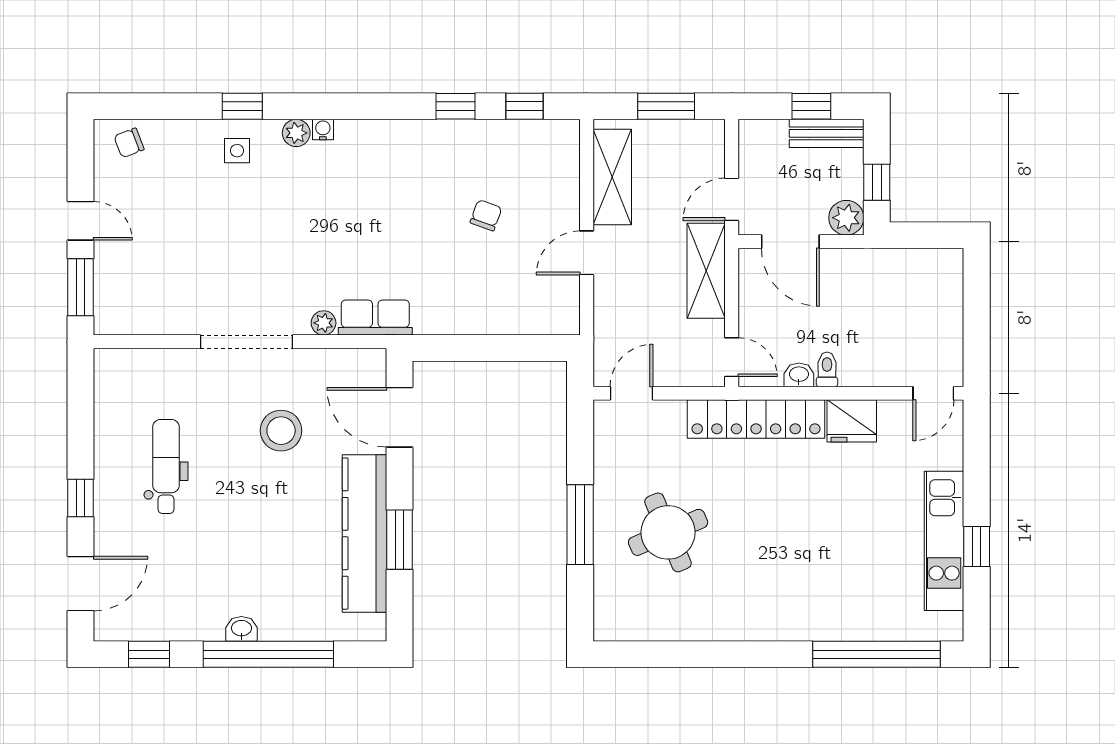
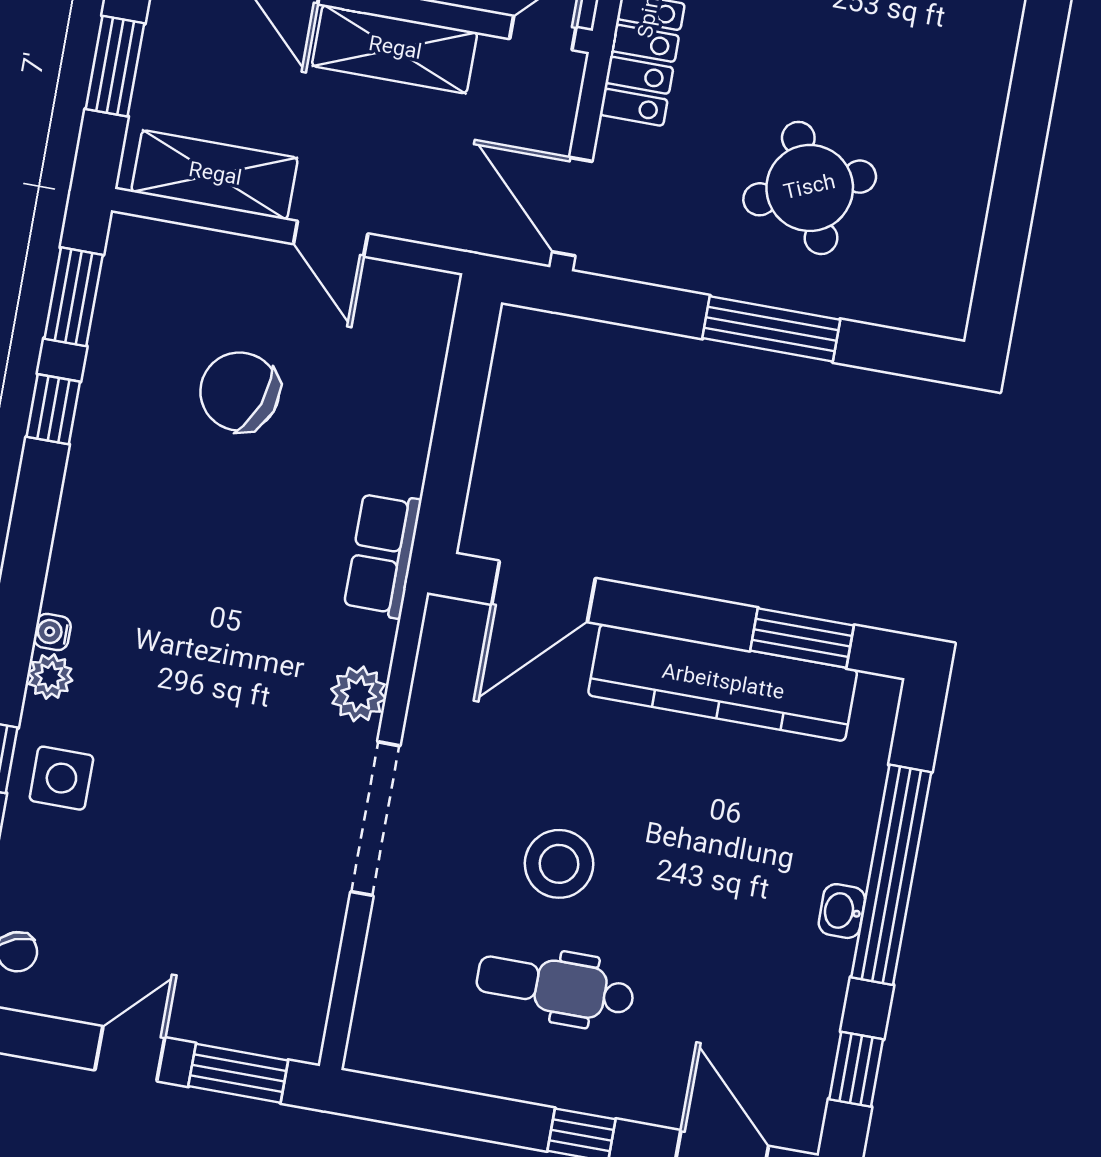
window: (525, 106) -> (74, 297), width x1.50
side table: (237, 151) -> (61, 778), width x1.37, depth x1.37
chair: (486, 215) -> (240, 392), width x1.87, depth x1.87
row of seats: (375, 318) -> (382, 554), moved
plant: (324, 323) -> (359, 694), width x1.38, depth x1.38
door: (632, 393) -> (572, 207), width x1.38
stool: (281, 431) -> (559, 864), moved
window: (400, 540) -> (802, 638), moved

